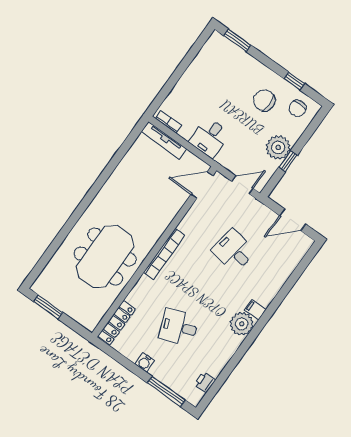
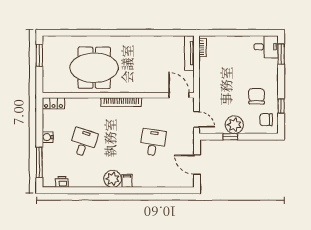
desk: (210, 137) -> (266, 47), moved, turned 180
locker: (117, 323) -> (53, 103), width x0.66
desk: (179, 327) -> (83, 142), turned 39

